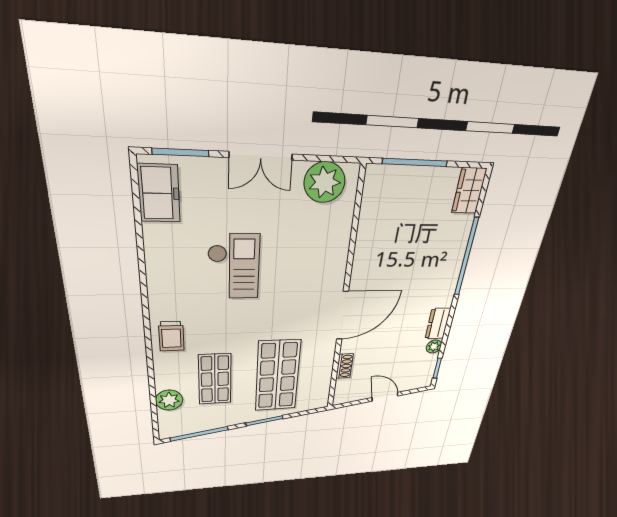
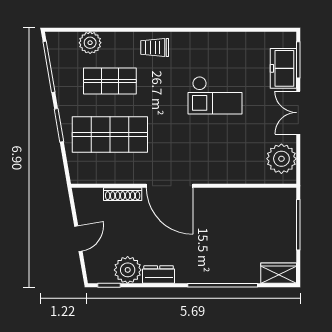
freezer: (159, 193) -> (283, 68), moved, turned 90
plant: (434, 346) -> (128, 270), width x1.88, depth x1.88
shoe rack: (344, 366) -> (123, 194), width x1.43

